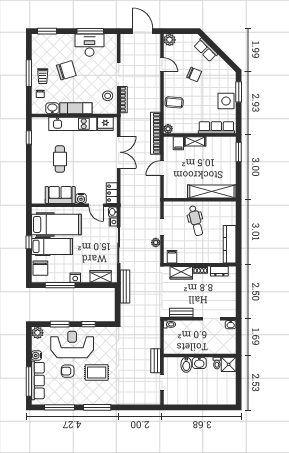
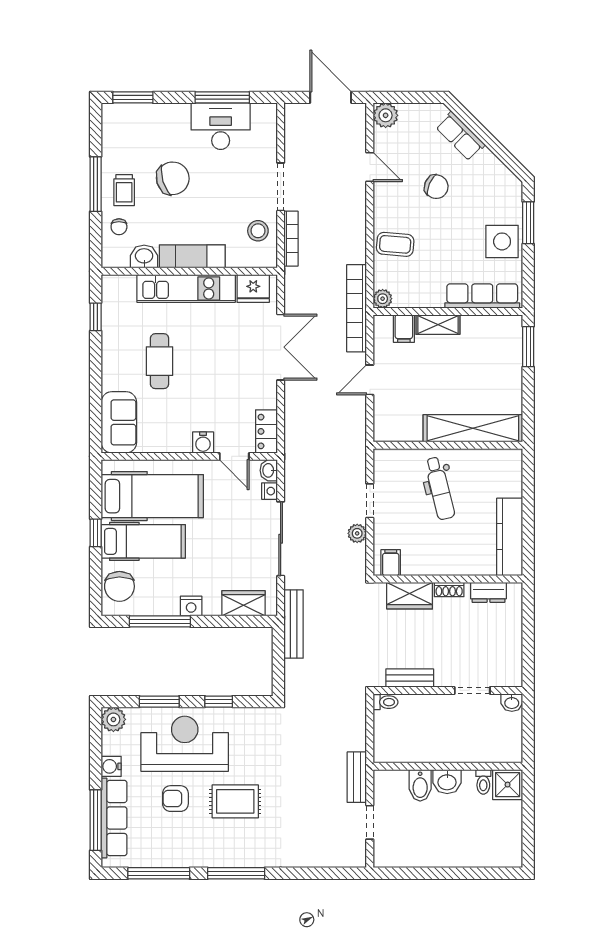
sofa: (60, 195) -> (119, 422), moved, turned 90

